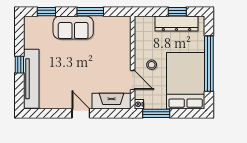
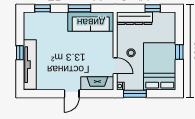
dresser: (176, 24) -> (134, 18), moved
sofa: (73, 28) -> (91, 22), moved, width x1.36
window: (209, 64) -> (179, 52), width x0.32
door: (81, 113) -> (72, 94), swing flipped

